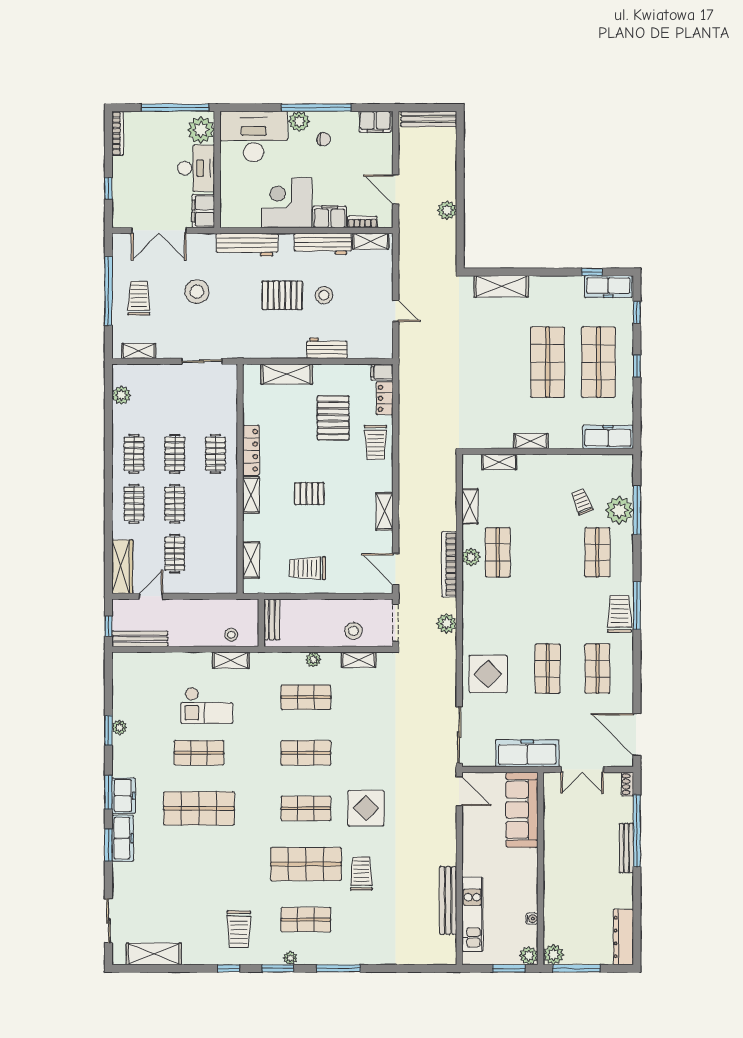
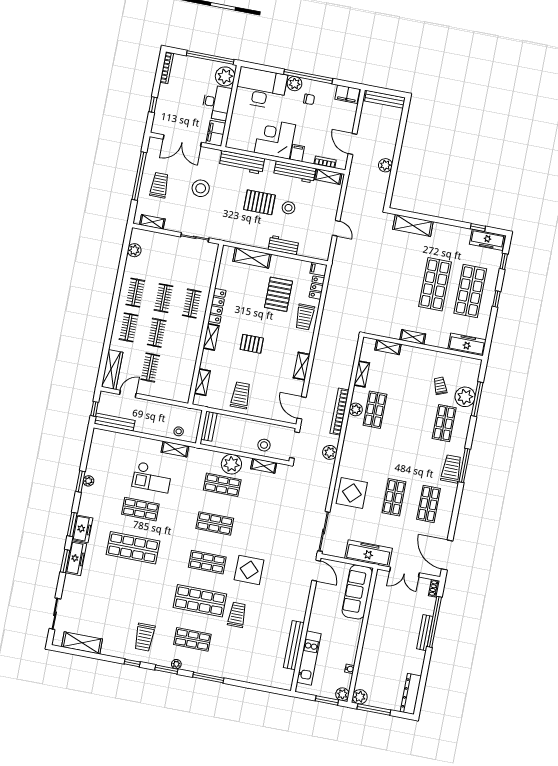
filing cabinet: (330, 217) -> (297, 153), width x0.50
trolley: (308, 568) -> (241, 395), turned 90
plant: (313, 660) -> (231, 464), width x1.87, depth x1.87

